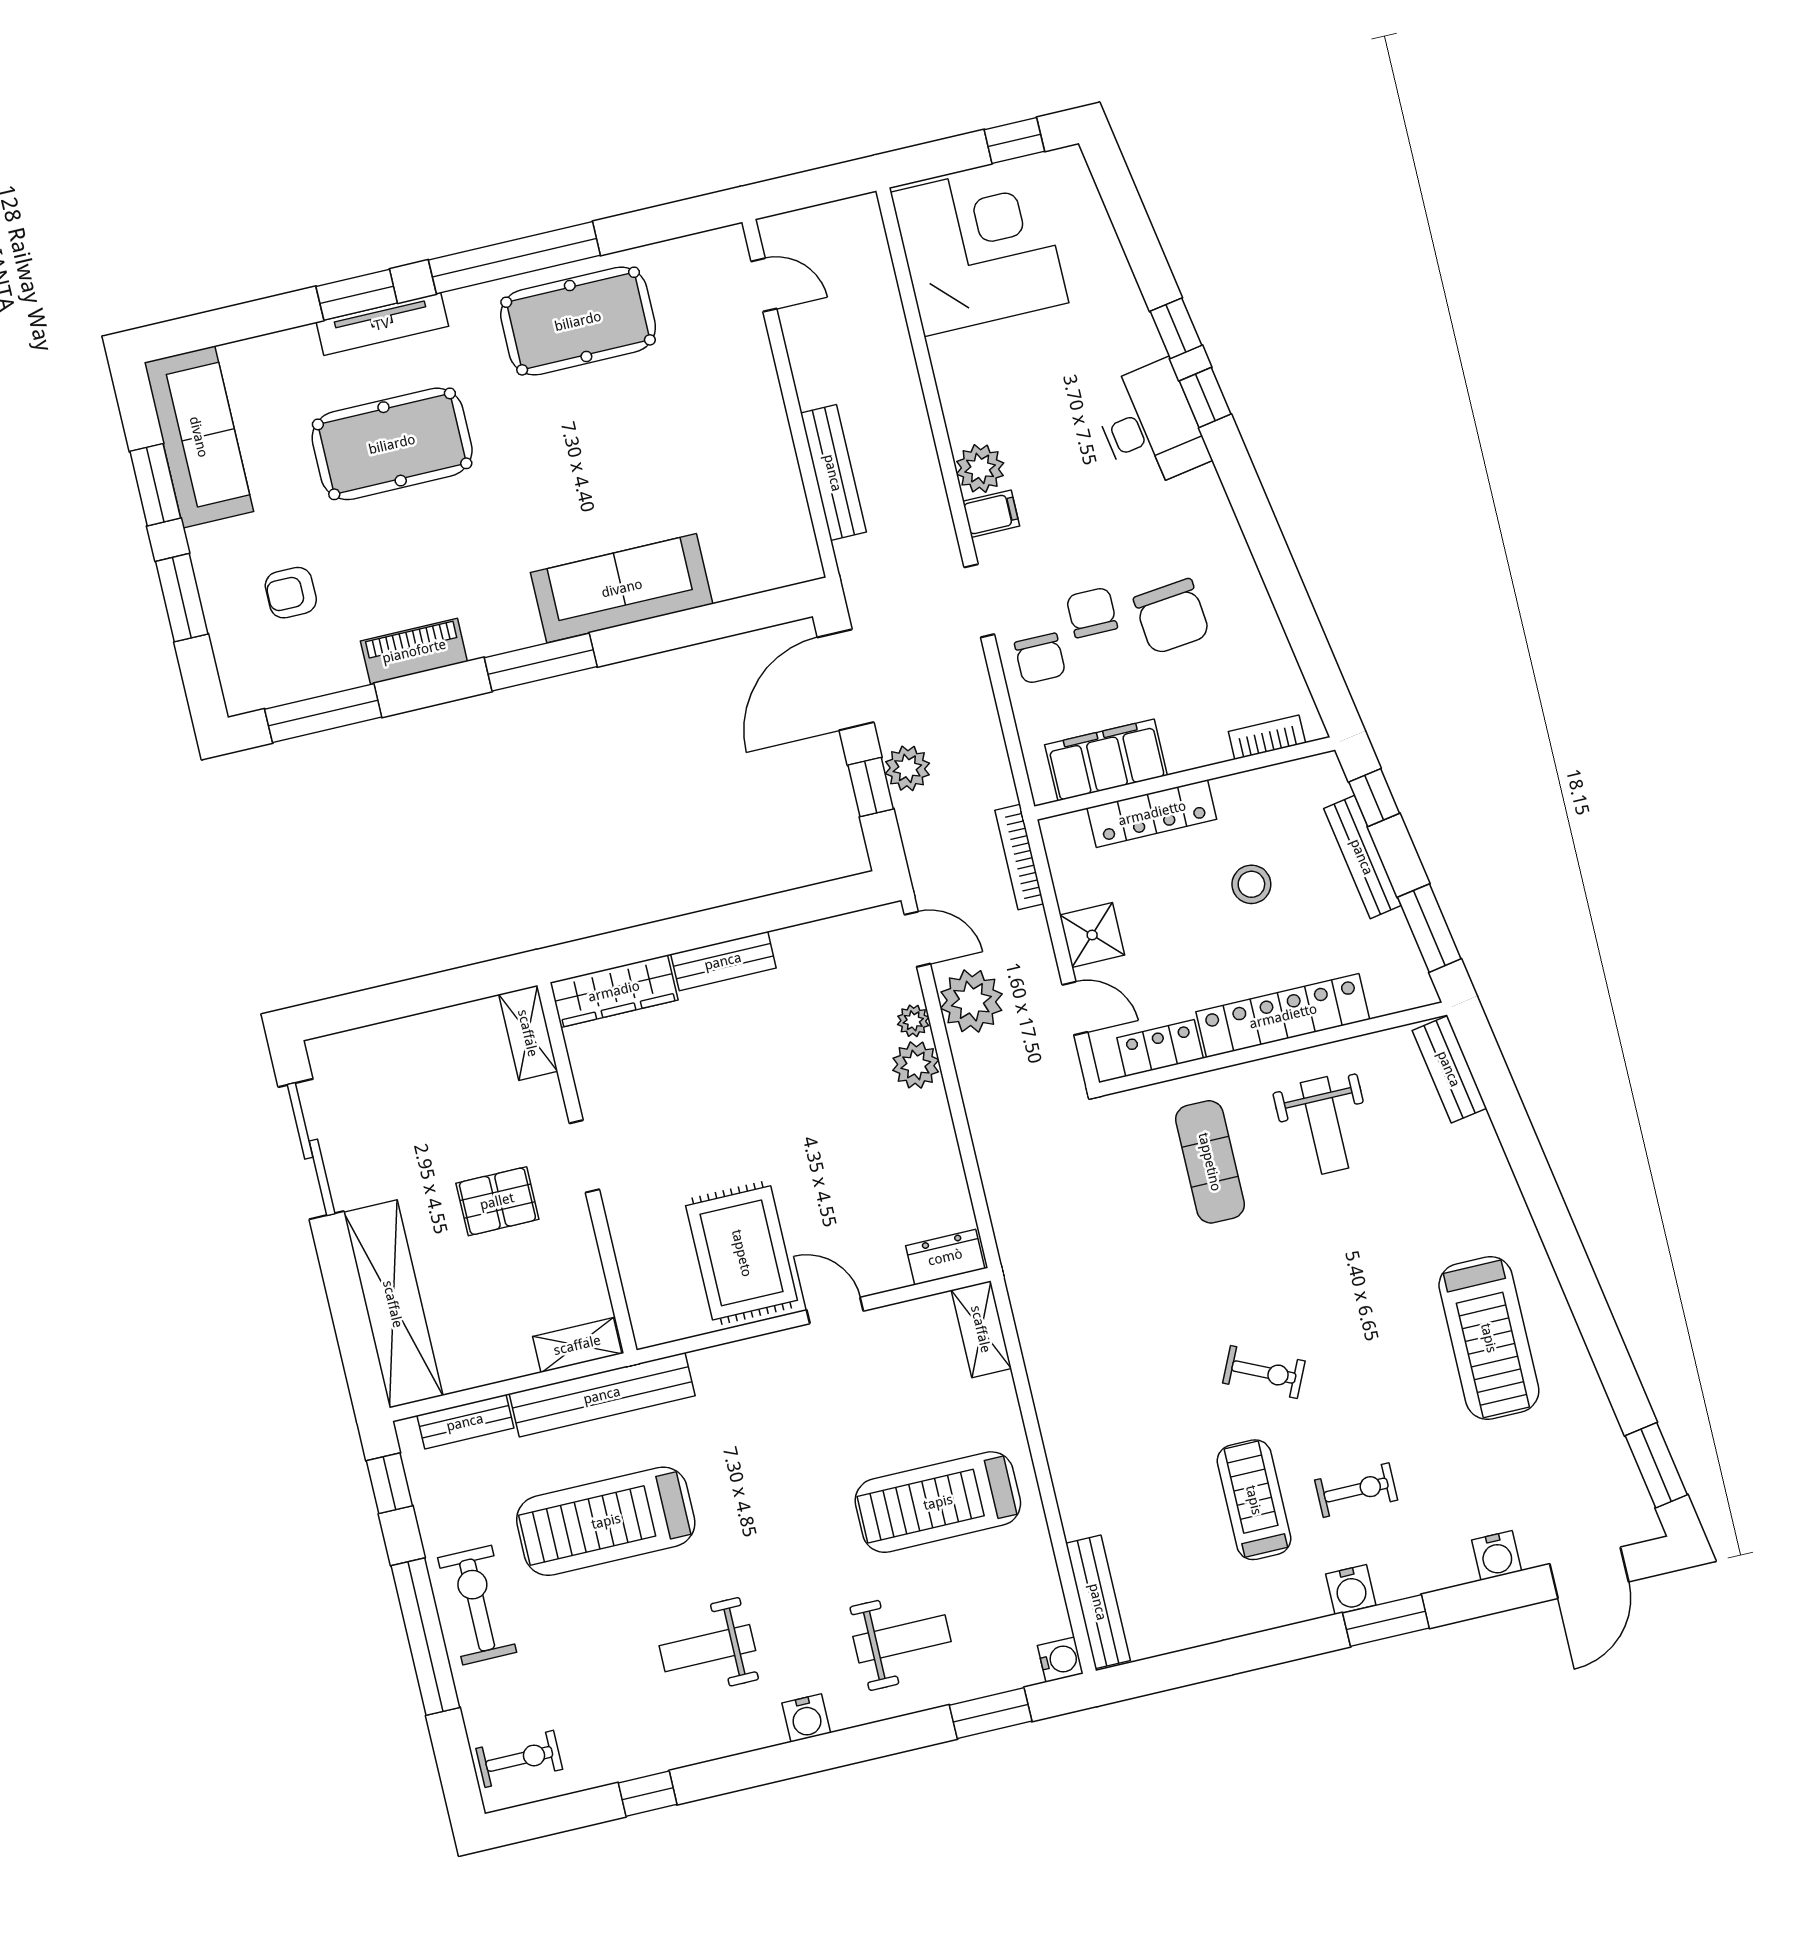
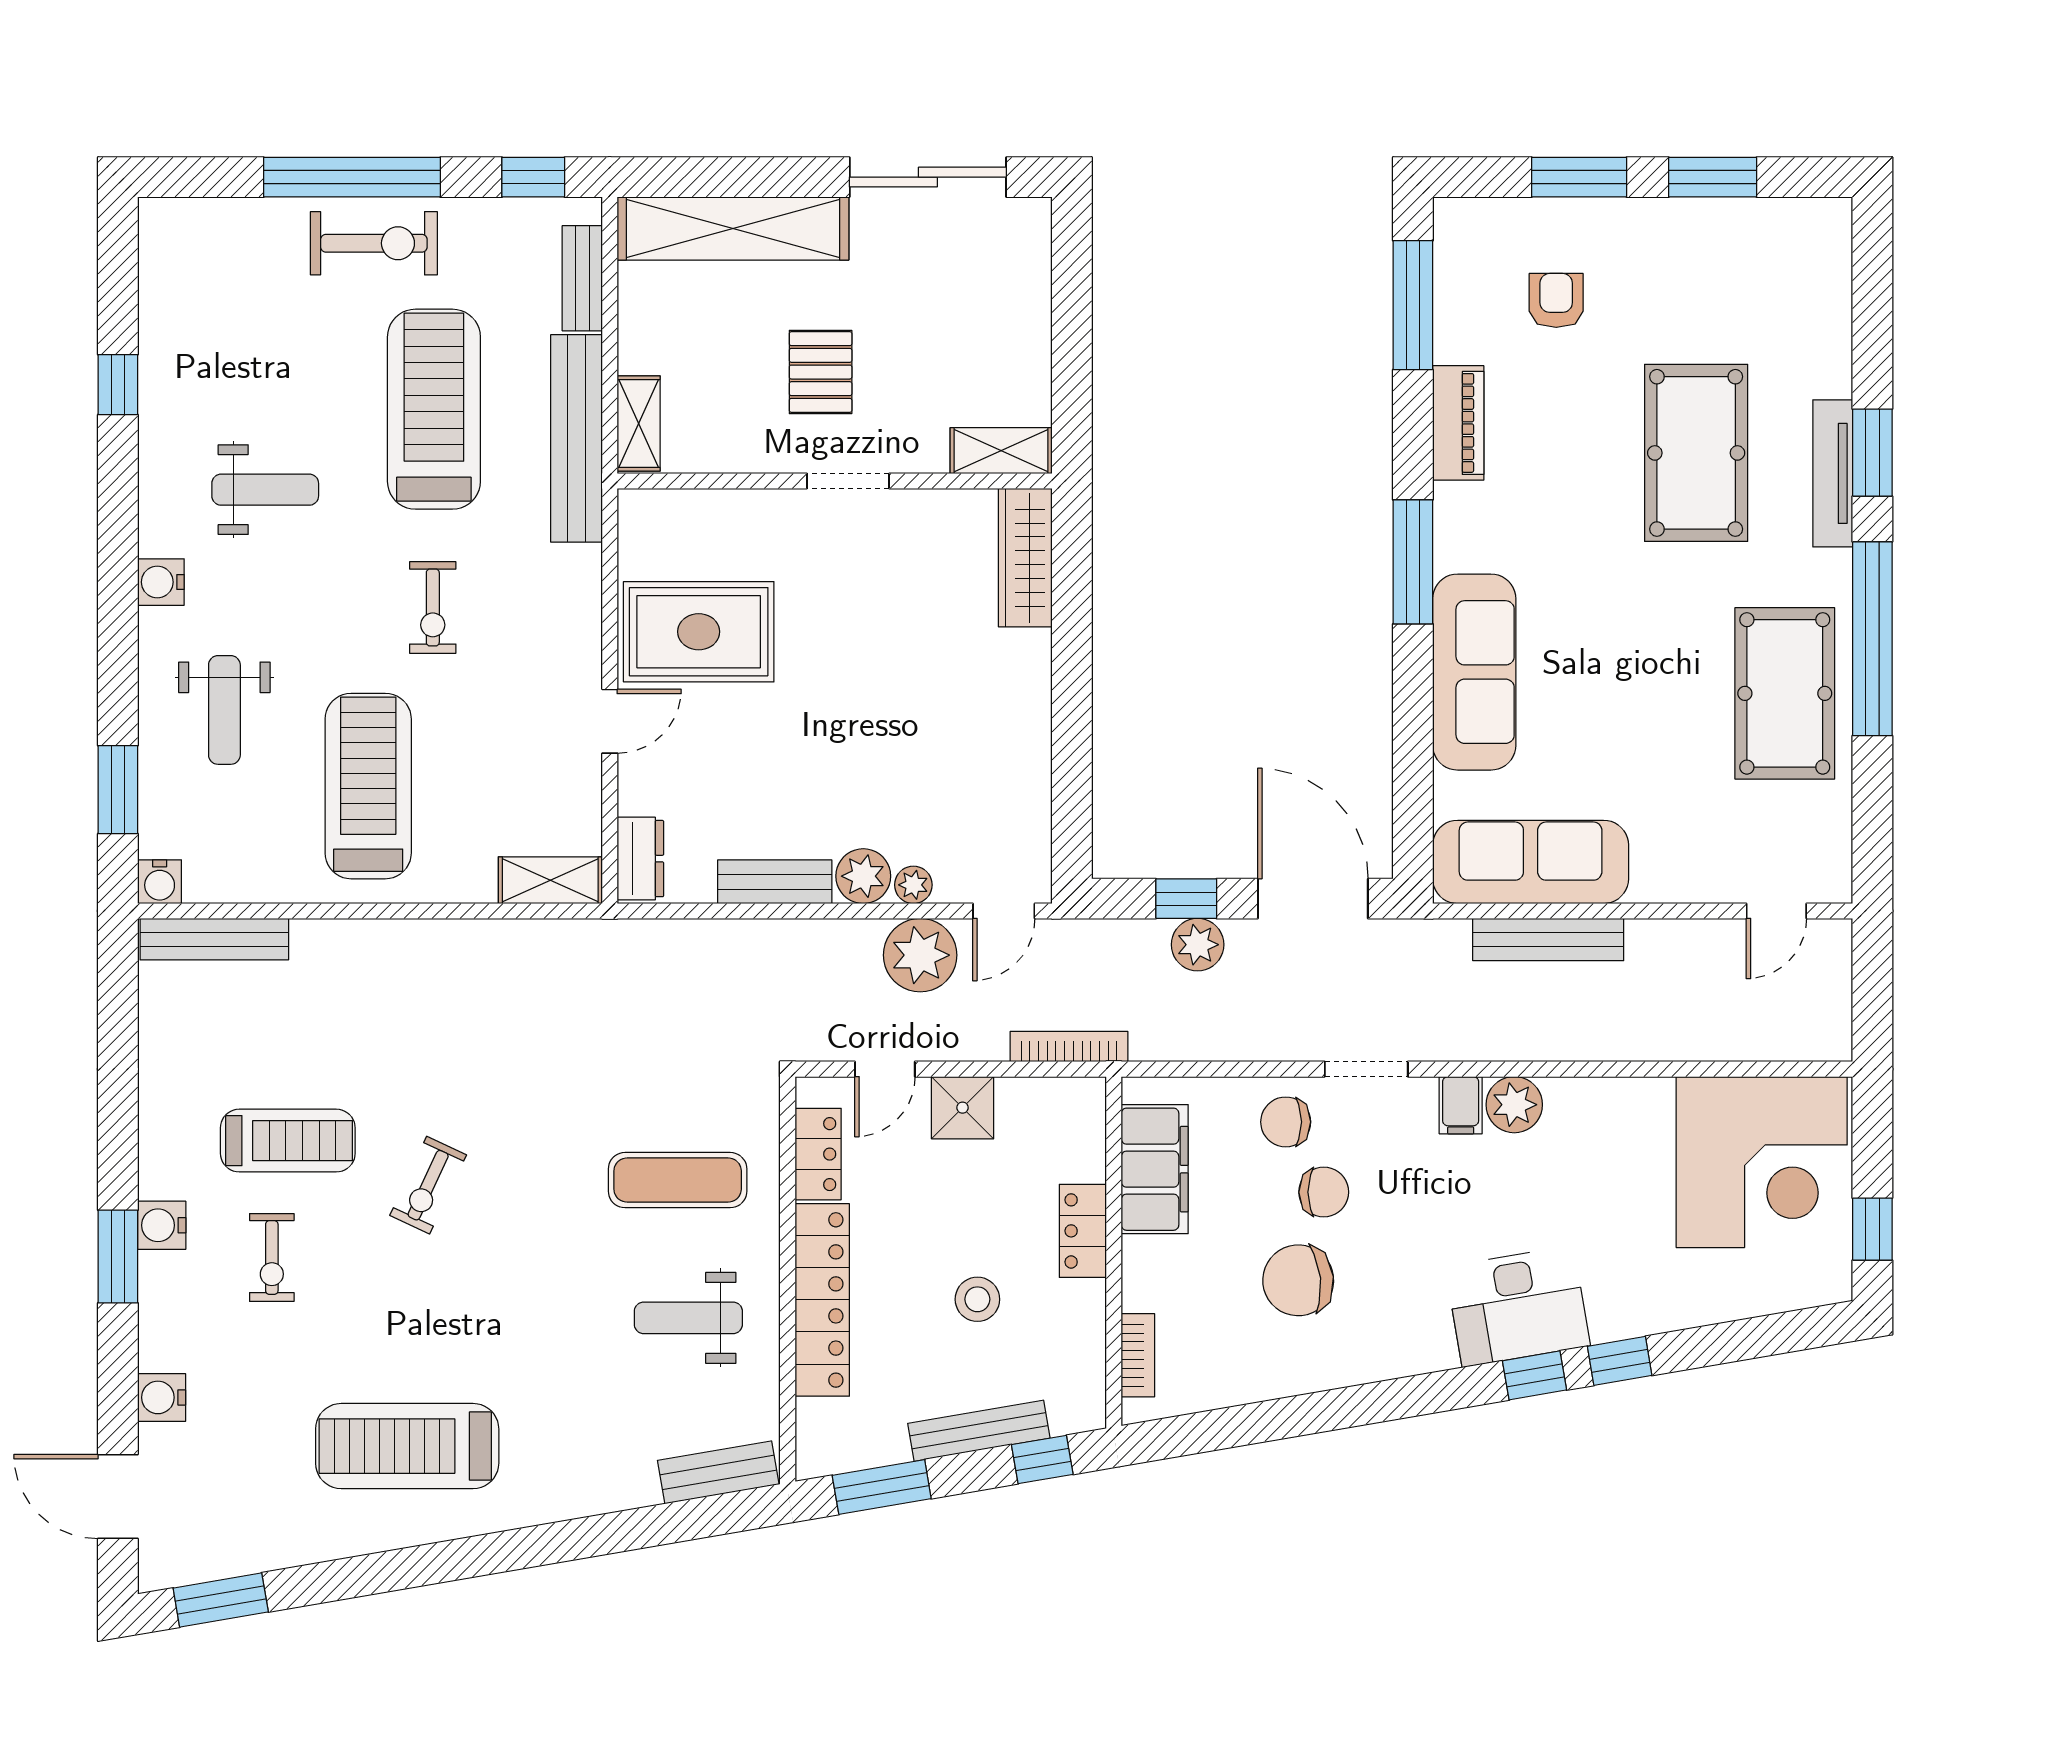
sofa: (199, 437) -> (1531, 862), moved, turned 180
locker: (1152, 813) -> (1083, 1231), width x0.66
bench: (723, 961) -> (775, 882), moved, turned 90
weight bench: (707, 1648) -> (265, 490), turned 90
exercise bike: (519, 1759) -> (433, 607), moved

